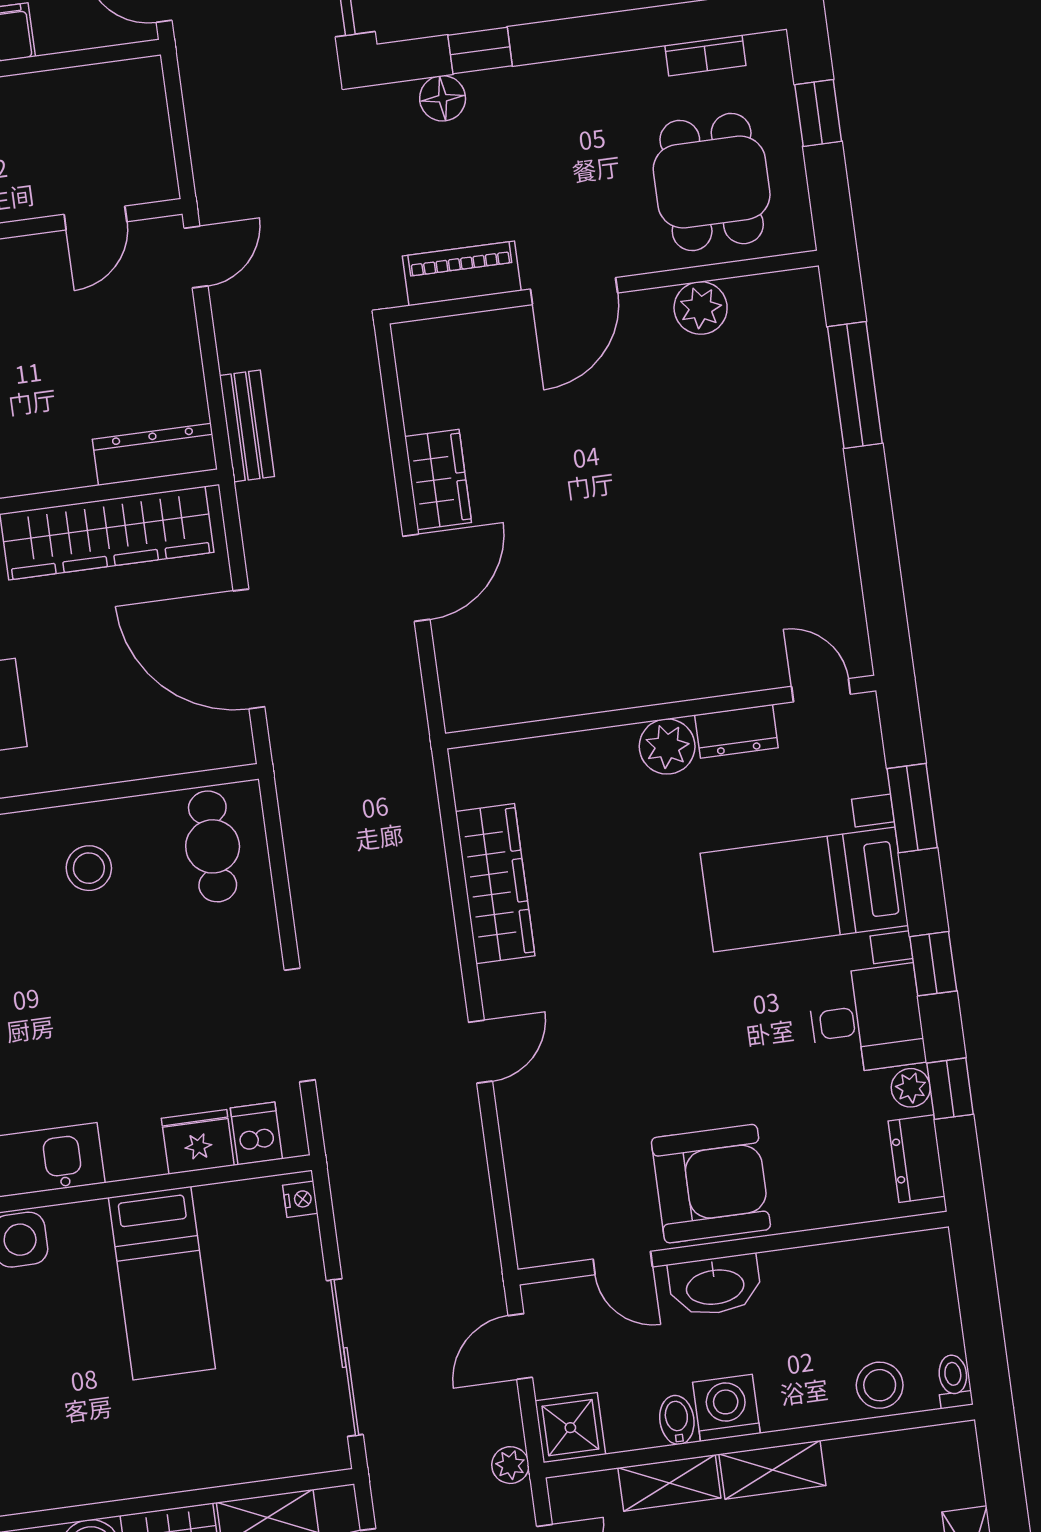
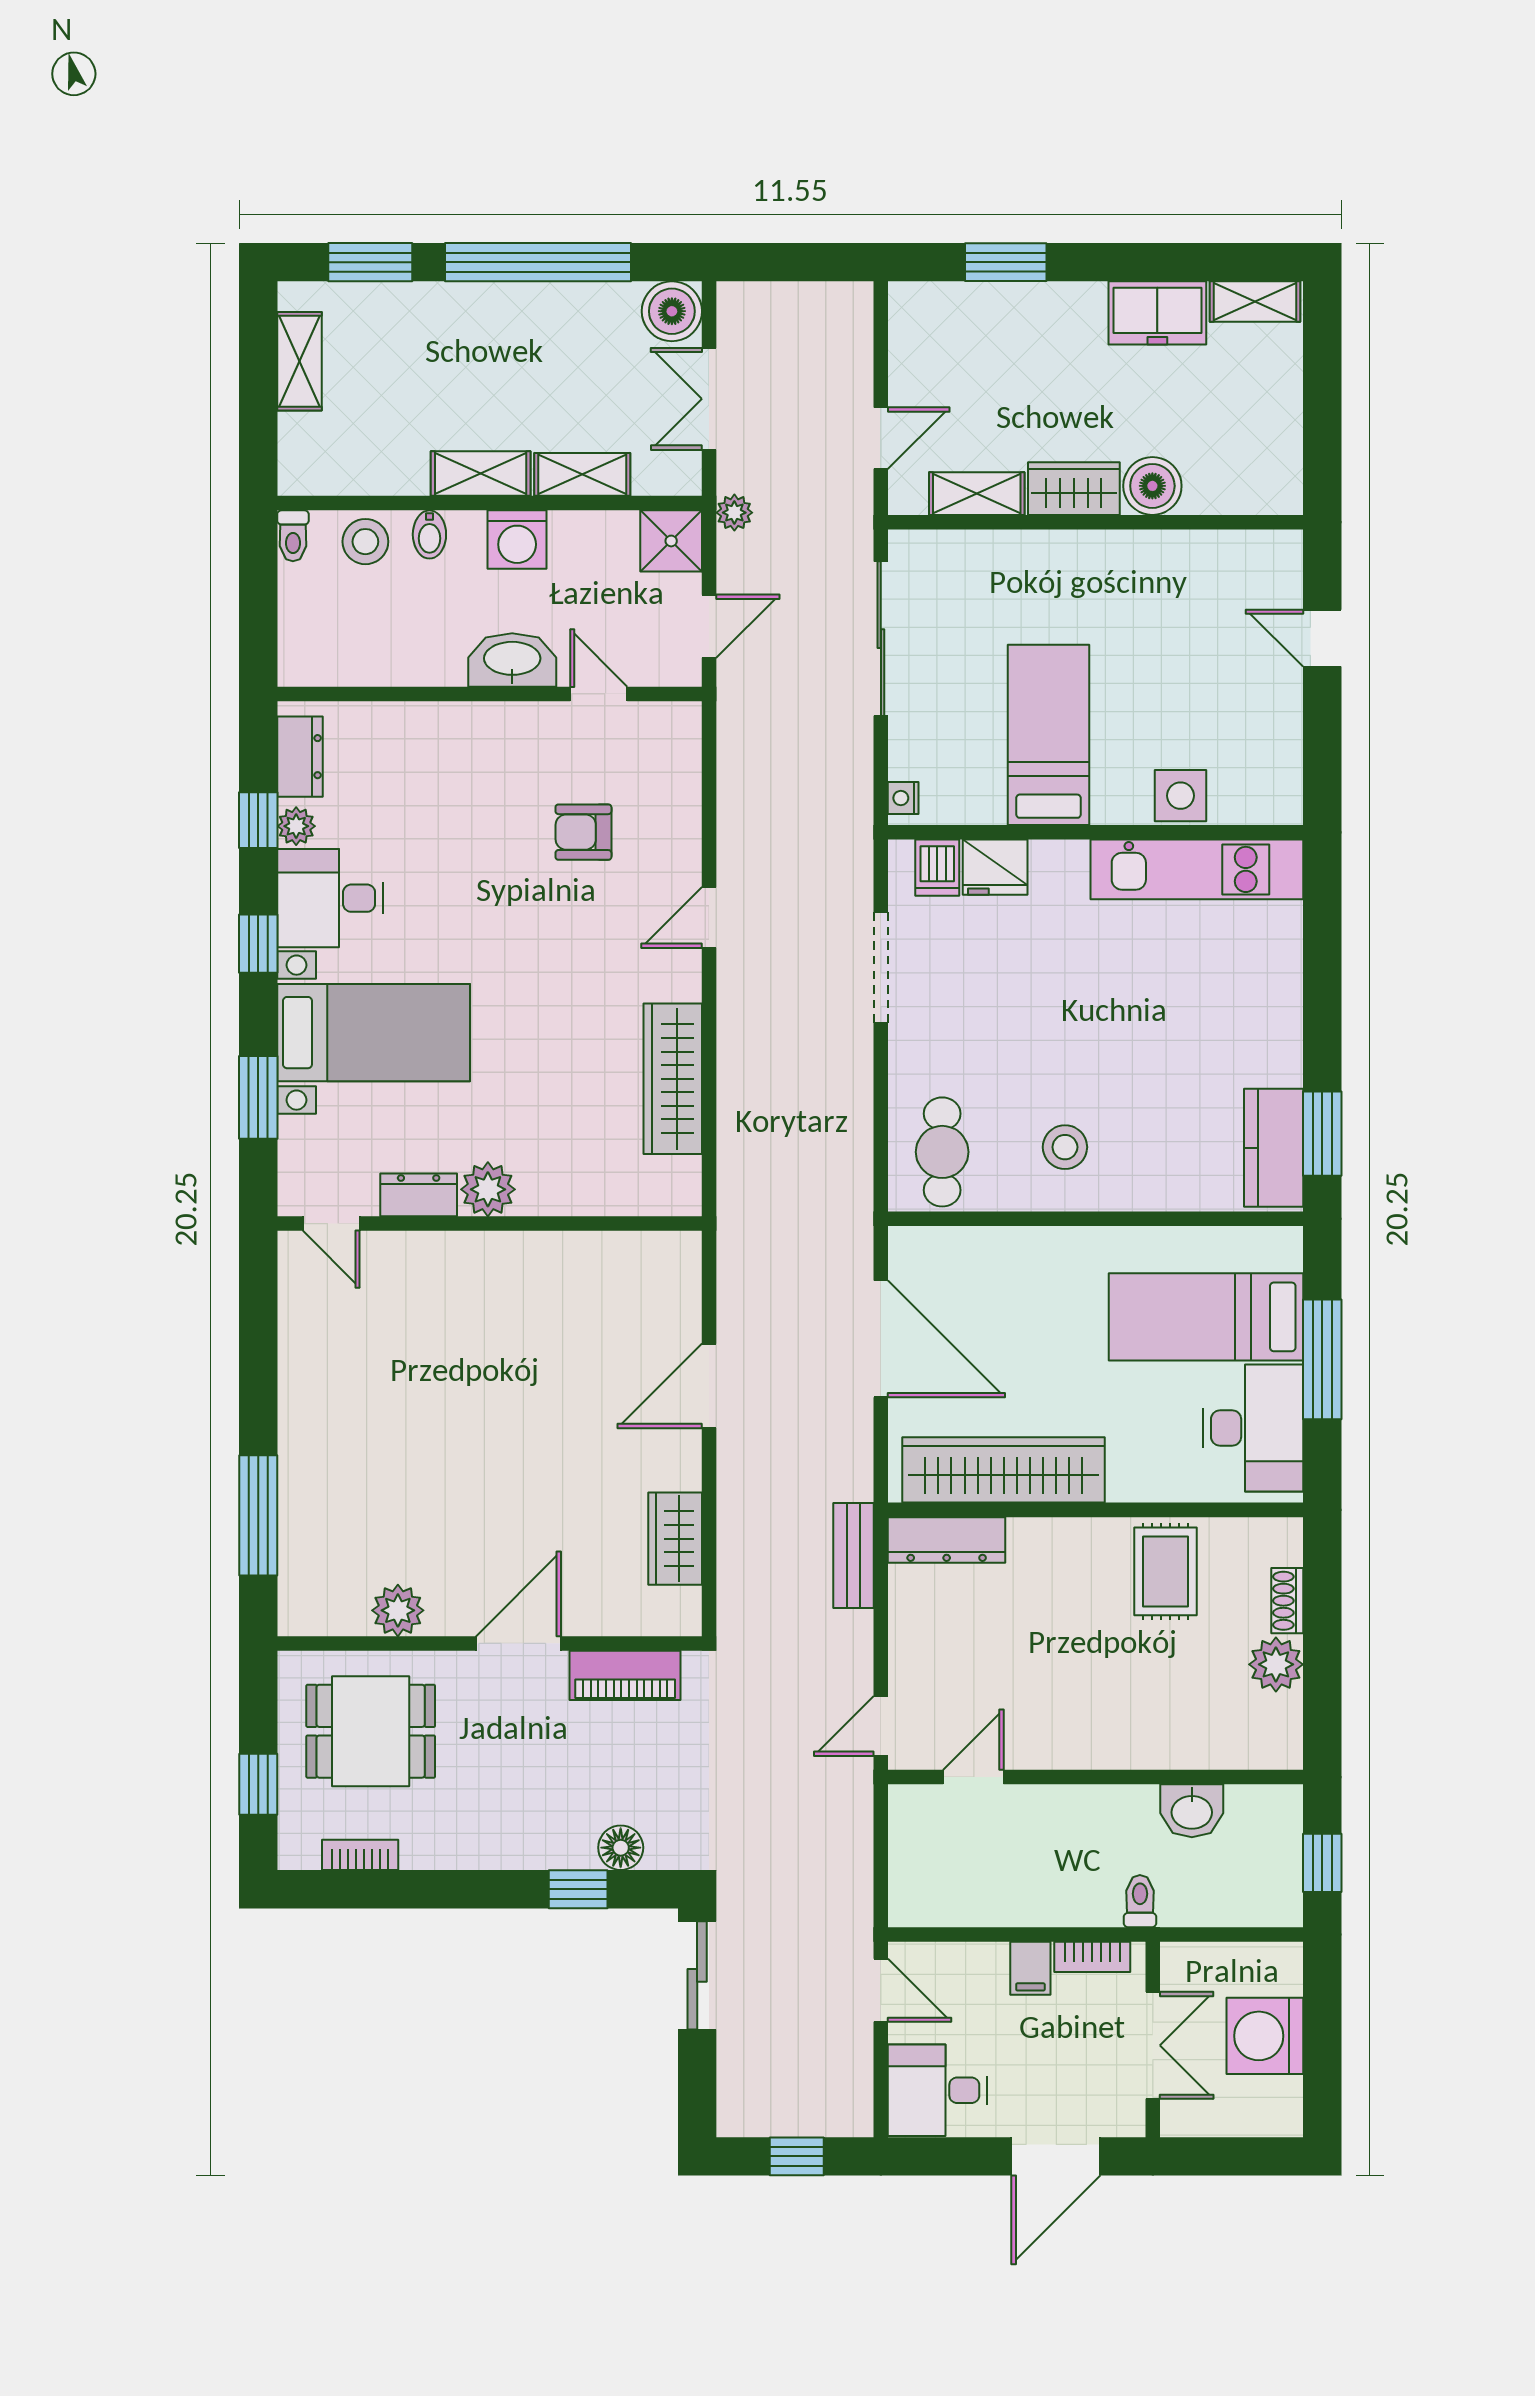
dining table: (712, 182) -> (371, 1731), turned 90
wardrobe: (438, 480) -> (675, 1539), moved
armchair: (711, 1184) -> (583, 832), moved, width x0.53, depth x0.53
bidet: (677, 1420) -> (429, 534), moved

